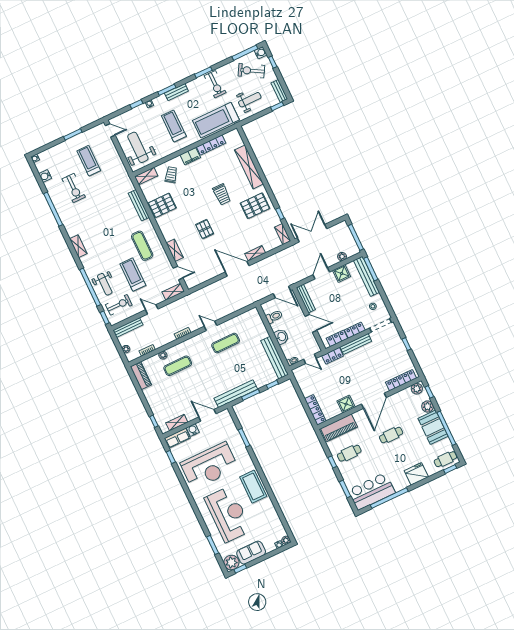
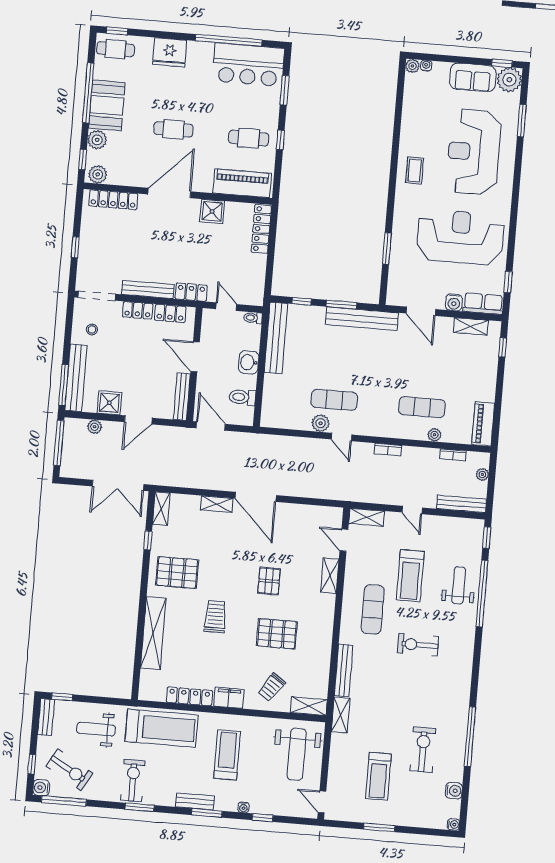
treadmill: (174, 126) -> (227, 755), turned 180
pallet: (162, 205) -> (277, 634), moved
shelving: (78, 246) -> (341, 715), moved
exercise bike: (119, 305) -> (418, 645), moved
plant: (226, 327) -> (321, 423), added
coffee table: (253, 487) -> (415, 170), width x0.54, depth x0.58

